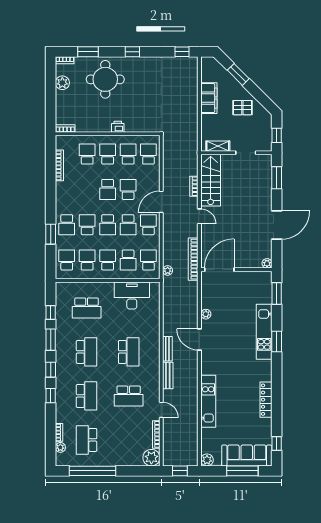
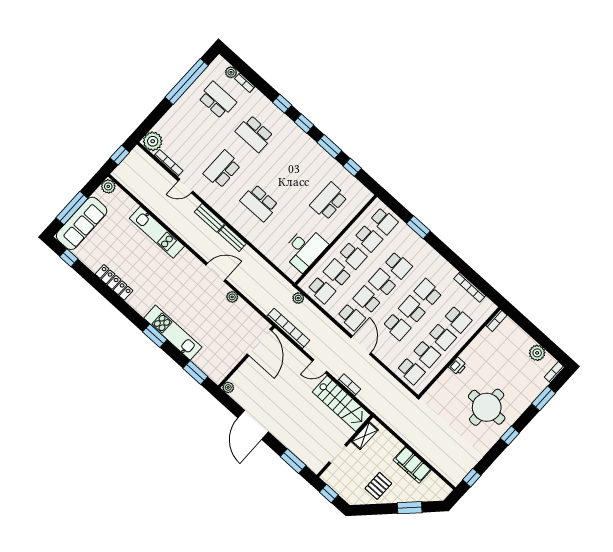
round table: (105, 79) -> (487, 407), moved
school desk: (67, 225) -> (428, 292), moved
school desk: (87, 352) -> (292, 167), removed

